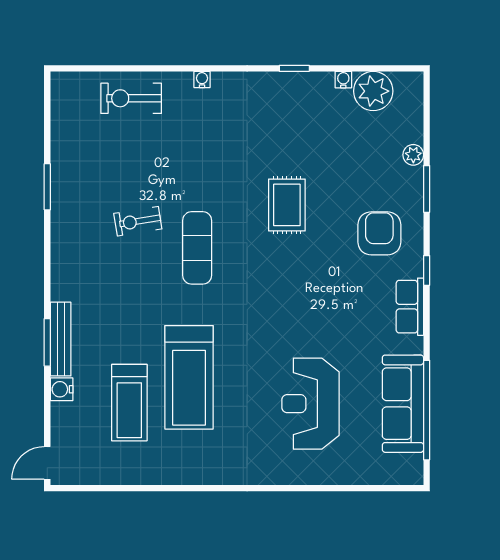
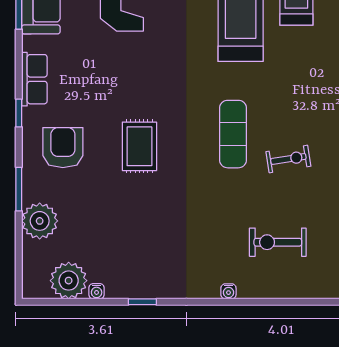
exercise bike: (131, 98) -> (278, 242), moved, turned 180
plant: (413, 155) -> (40, 221), width x1.88, depth x1.88
rug: (287, 205) -> (139, 146), moved
armchair: (379, 233) -> (63, 148), turned 180

